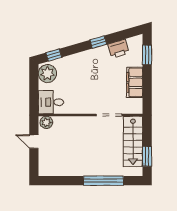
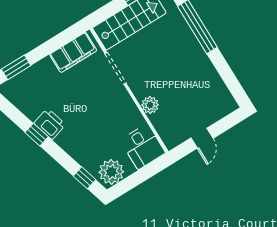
printer: (118, 49) -> (50, 124), moved
filing cabinet: (135, 82) -> (73, 52), moved
plant: (46, 122) -> (150, 105), moved

